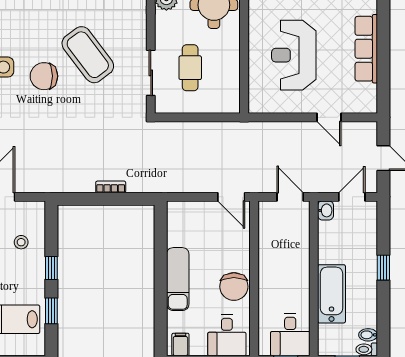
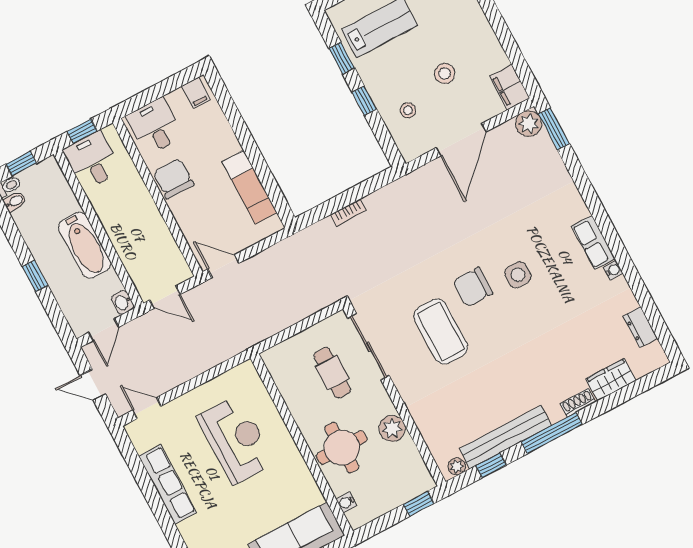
coffee table: (88, 55) -> (441, 331), turned 37
sliding door: (151, 73) -> (369, 347), width x1.37
chair: (44, 76) -> (473, 287), turned 180
door: (329, 117) -> (147, 408), moved
exam couch: (178, 279) -> (249, 187), moved
bathtub: (332, 294) -> (85, 245), moved

